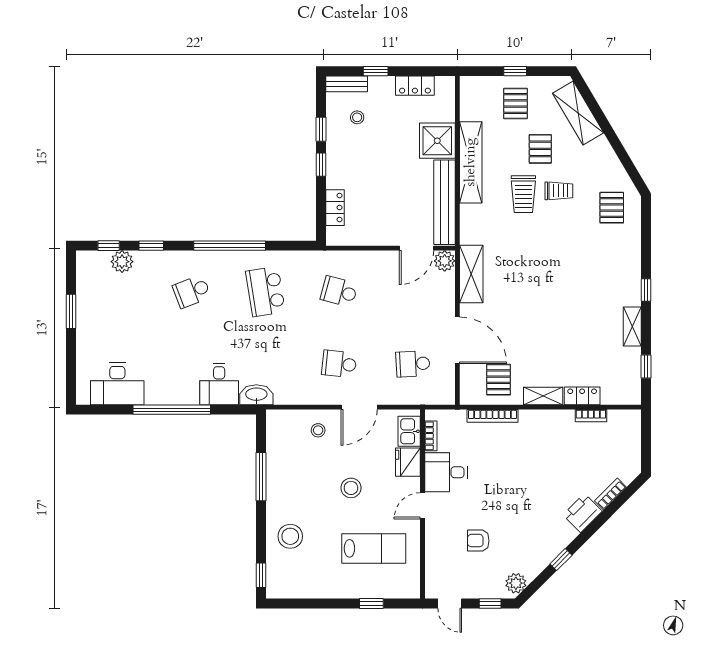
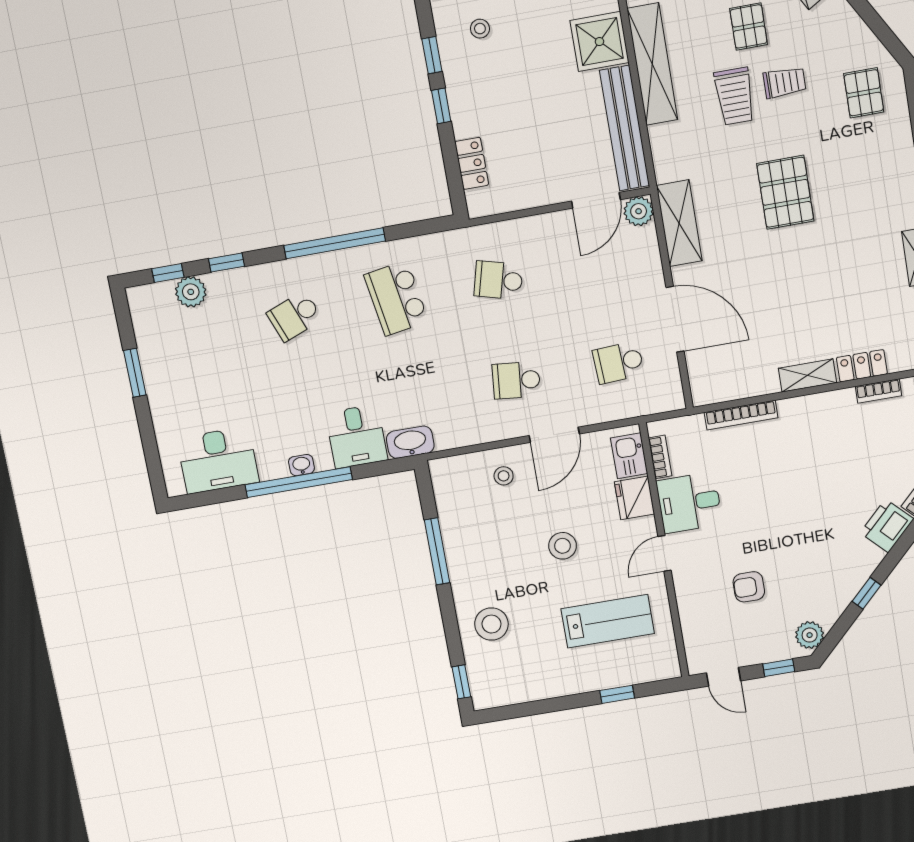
pallet: (499, 380) -> (785, 192), moved, width x1.50, depth x1.42
washbasin: (176, 398) -> (301, 465), added

